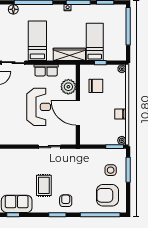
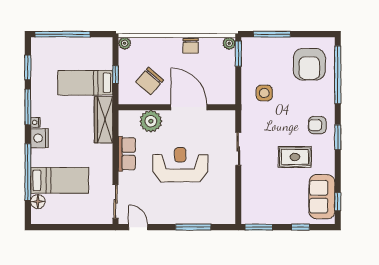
nightstand: (57, 10) -> (39, 138), added
bed: (37, 41) -> (60, 180), moved, turned 180
chair: (96, 86) -> (150, 81), turned -139
door: (78, 113) -> (189, 107), swing flipped
side table: (111, 170) -> (264, 93), moved

